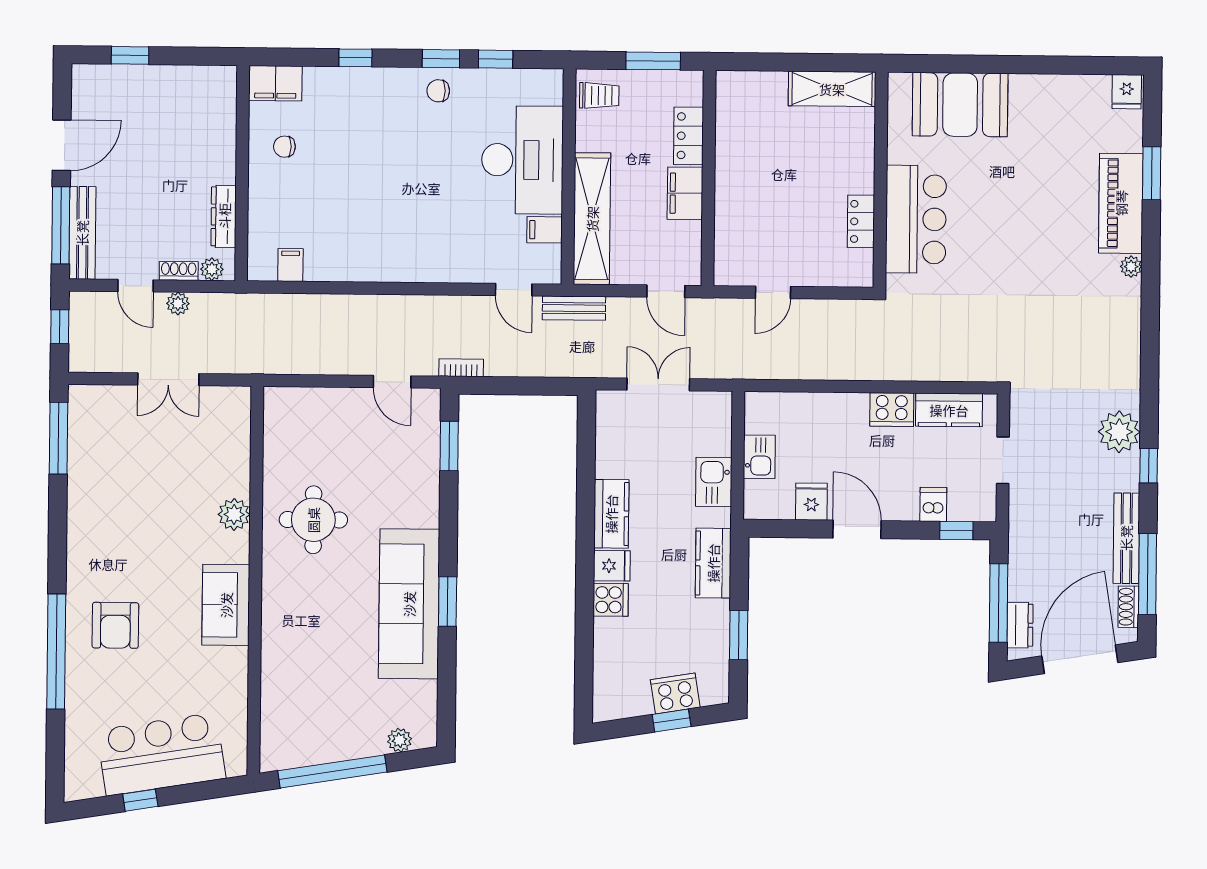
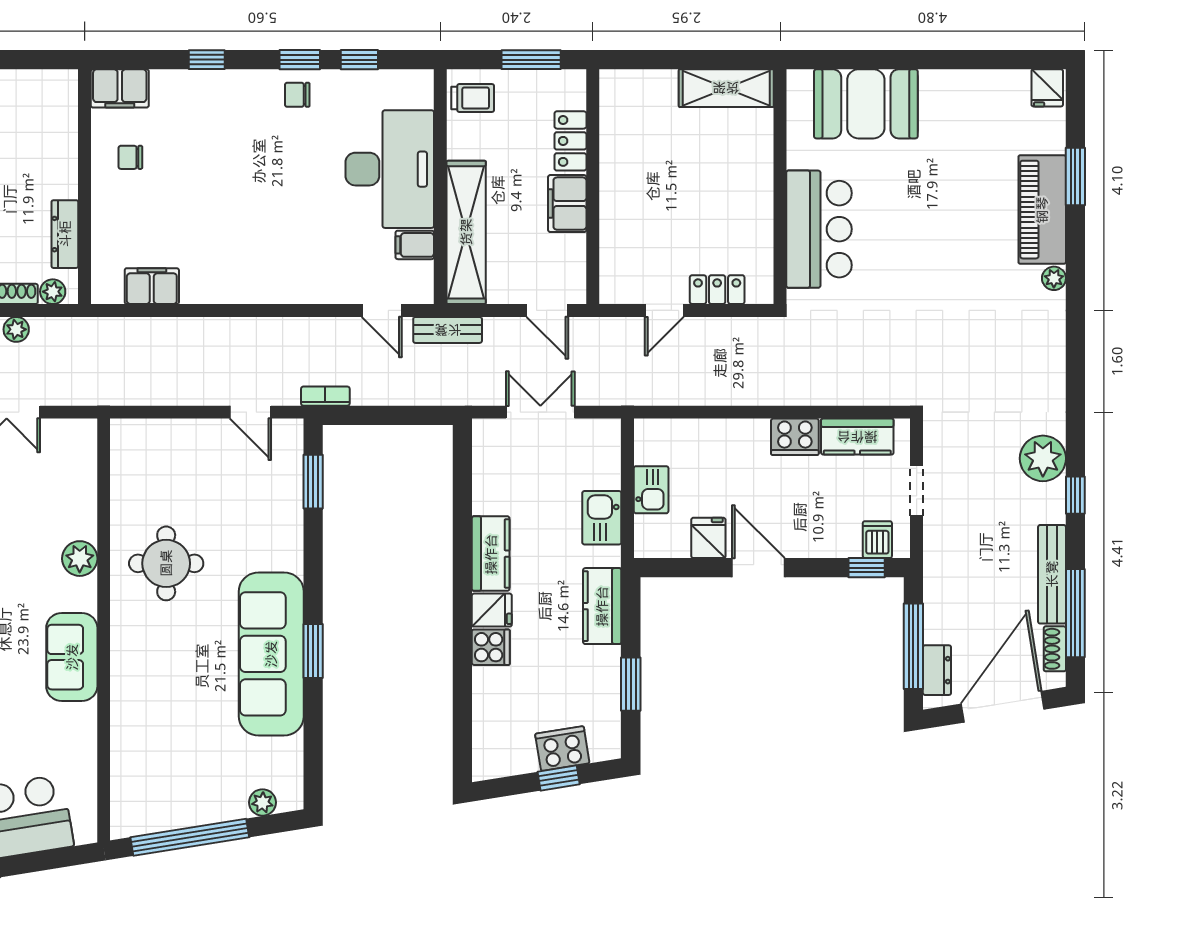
locker: (861, 221) -> (717, 290), moved, turned 90
filing cabinet: (290, 265) -> (152, 286), width x2.00
dishwasher: (933, 504) -> (877, 540), moved

